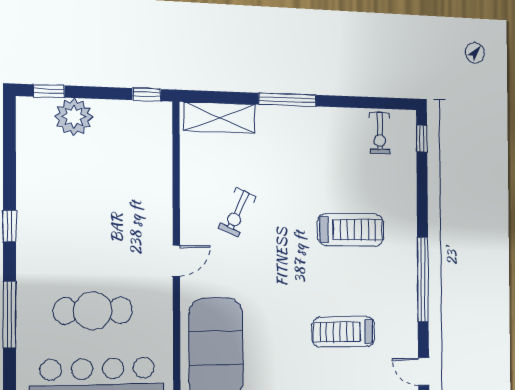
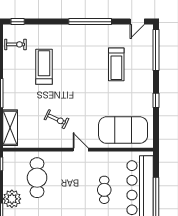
cafe table: (118, 170) -> (37, 178), added
treadmill: (351, 230) -> (44, 67), moved
cafe table: (93, 311) -> (104, 190), width x0.73, depth x0.74

